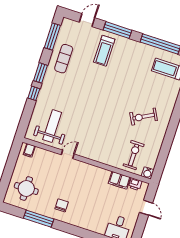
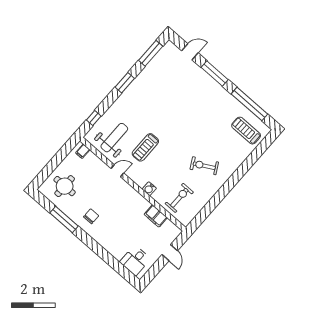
treadmill: (104, 51) -> (145, 147), moved
exercise mat: (64, 59) -> (152, 79), removed
window: (34, 93) -> (94, 118), moved
water cooler: (148, 173) -> (149, 189), moved
printer: (135, 184) -> (169, 226), removed

